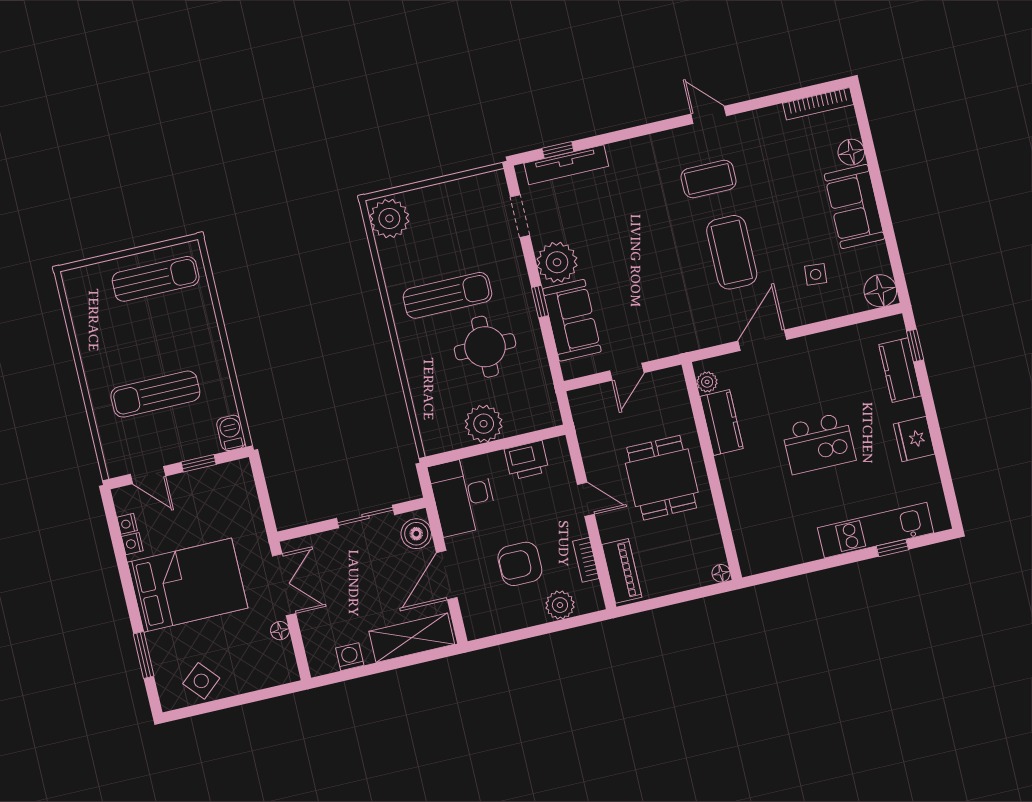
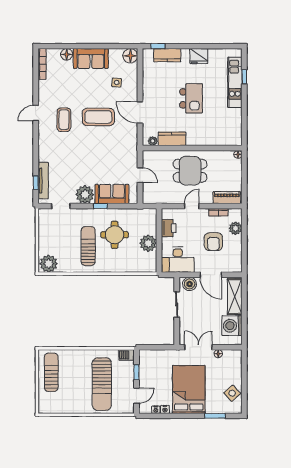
sun lounger: (155, 394) -> (102, 384), width x1.36, depth x1.34
washing machine: (350, 657) -> (232, 326), width x1.89, depth x1.89

